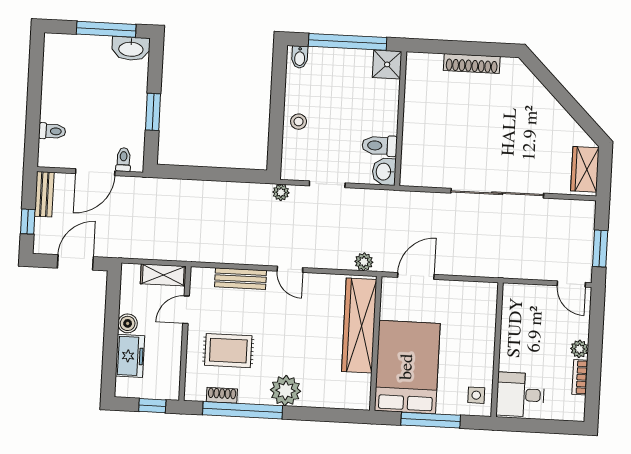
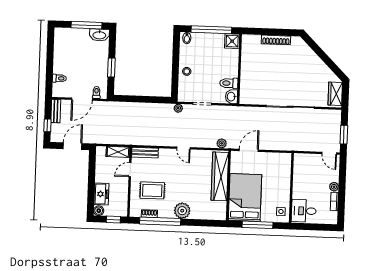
bench: (241, 279) -> (145, 153), moved
boiler: (128, 323) -> (99, 211), moved

